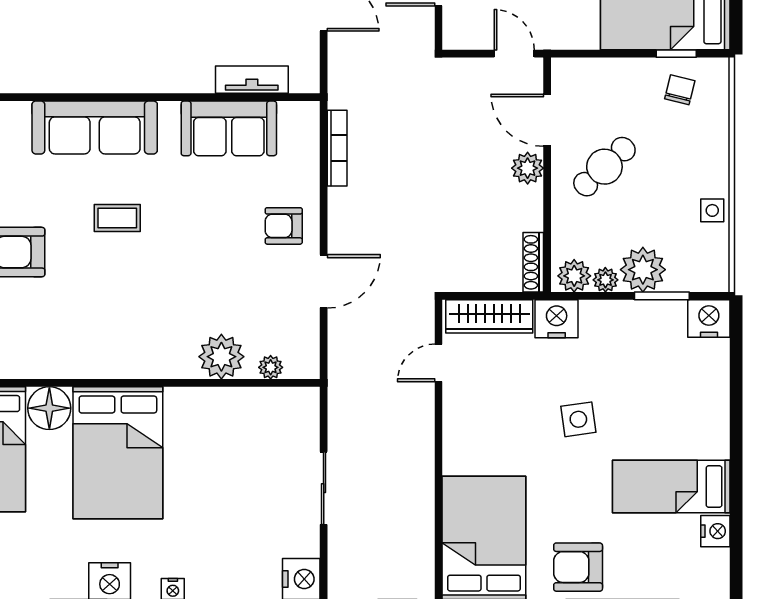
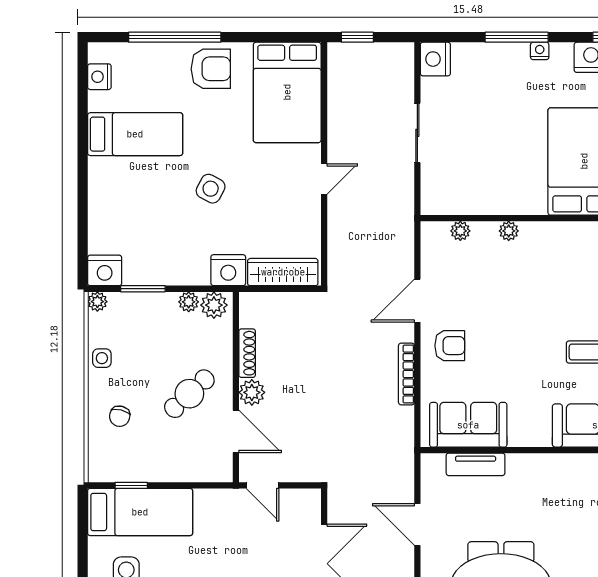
chair: (680, 90) -> (120, 416), moved
sofa: (229, 128) -> (468, 425), moved
bookcase: (337, 148) -> (406, 374), moved
shoe rack: (533, 262) -> (247, 353), moved
plant: (643, 270) -> (97, 302), moved, width x0.53, depth x0.53
plant: (221, 357) -> (509, 231), width x0.53, depth x0.53
door: (439, 363) -> (324, 179), moved
side table: (578, 419) -> (211, 189), turned 36
nightstand: (715, 531) -> (99, 77), moved

